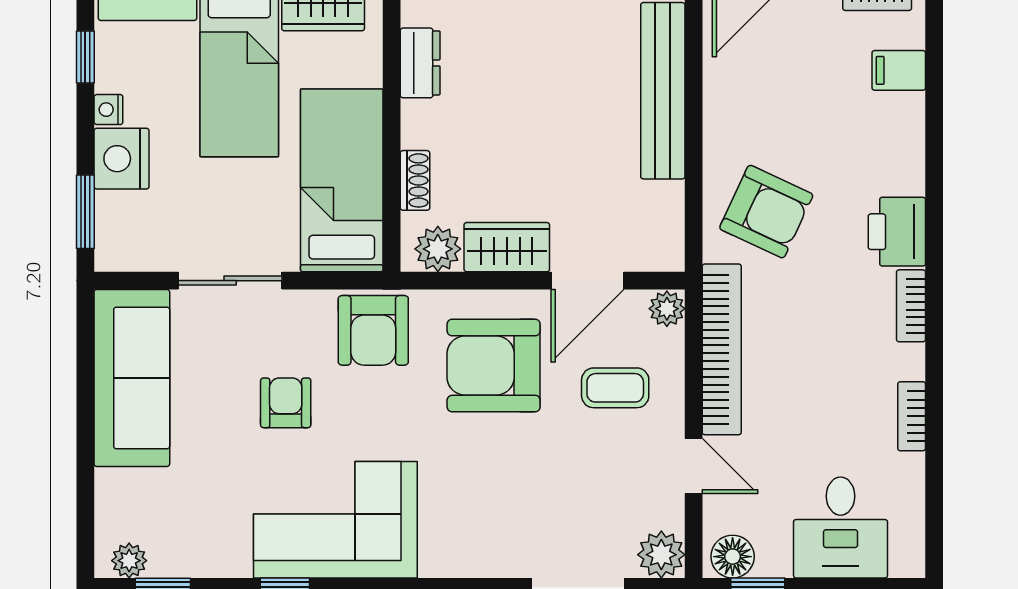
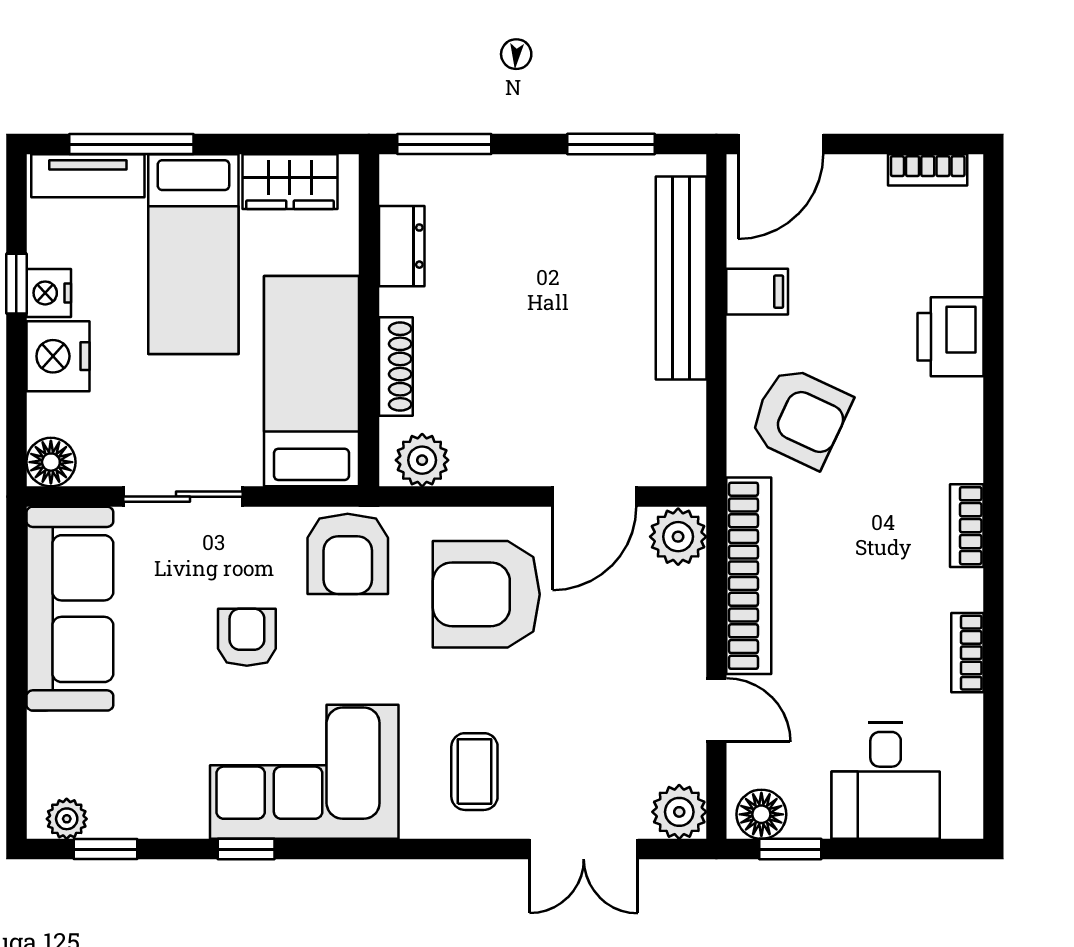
window: (85, 57) -> (16, 284), moved
filing cabinet: (899, 70) -> (757, 292), moved, turned 180
nightstand: (108, 110) -> (49, 293), width x1.39, depth x1.35
shoe rack: (415, 180) -> (396, 367), width x1.43
window: (85, 212) -> (16, 417), removed
printer: (897, 232) -> (950, 337), moved
wardrobe: (507, 247) -> (501, 458), removed
floor lamp: (115, 251) -> (51, 462), added
plant: (667, 309) -> (678, 537), width x1.38, depth x1.38
coffee table: (615, 388) -> (474, 772), moved, turned 90

